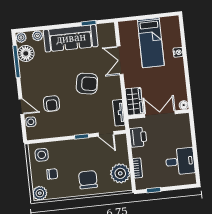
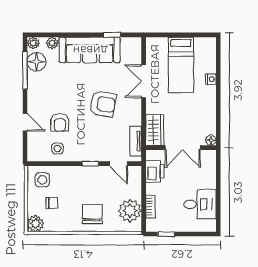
double door: (160, 114) -> (183, 148), swing flipped
side table: (31, 122) -> (58, 148), moved

